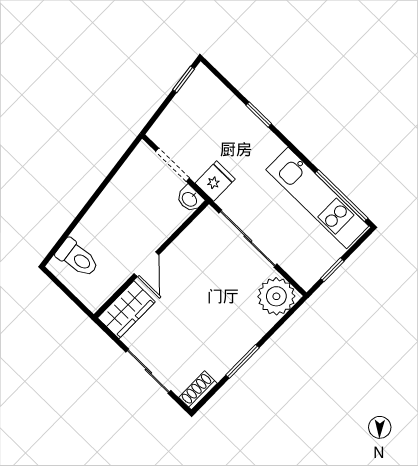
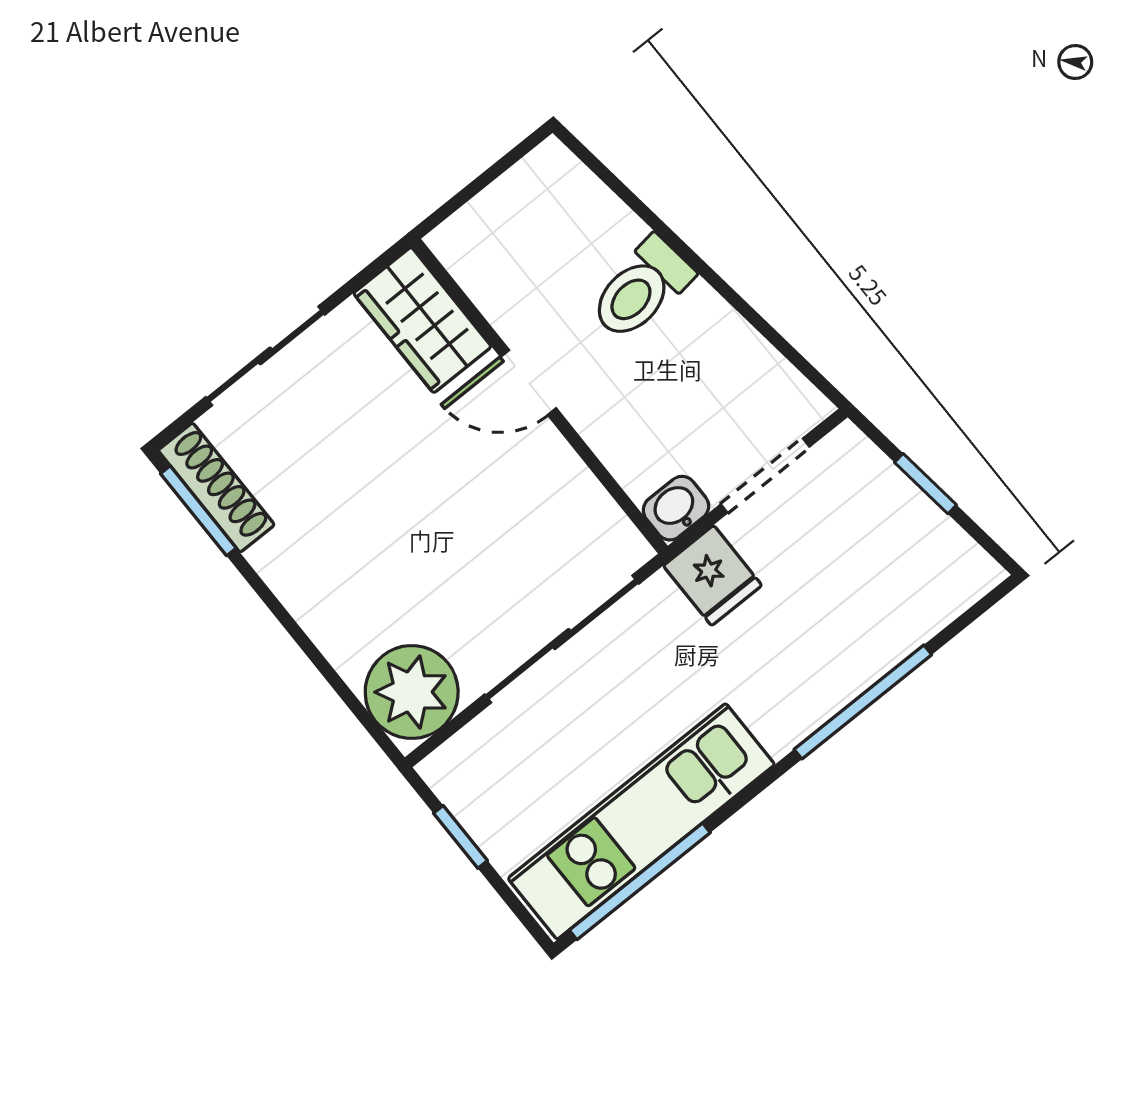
window: (184, 79) -> (926, 484), moved
window: (259, 115) -> (863, 702), width x2.17
toilet: (77, 258) -> (641, 289), moved
window: (243, 361) -> (198, 511), moved
shoe rack: (198, 390) -> (216, 488), width x1.43

